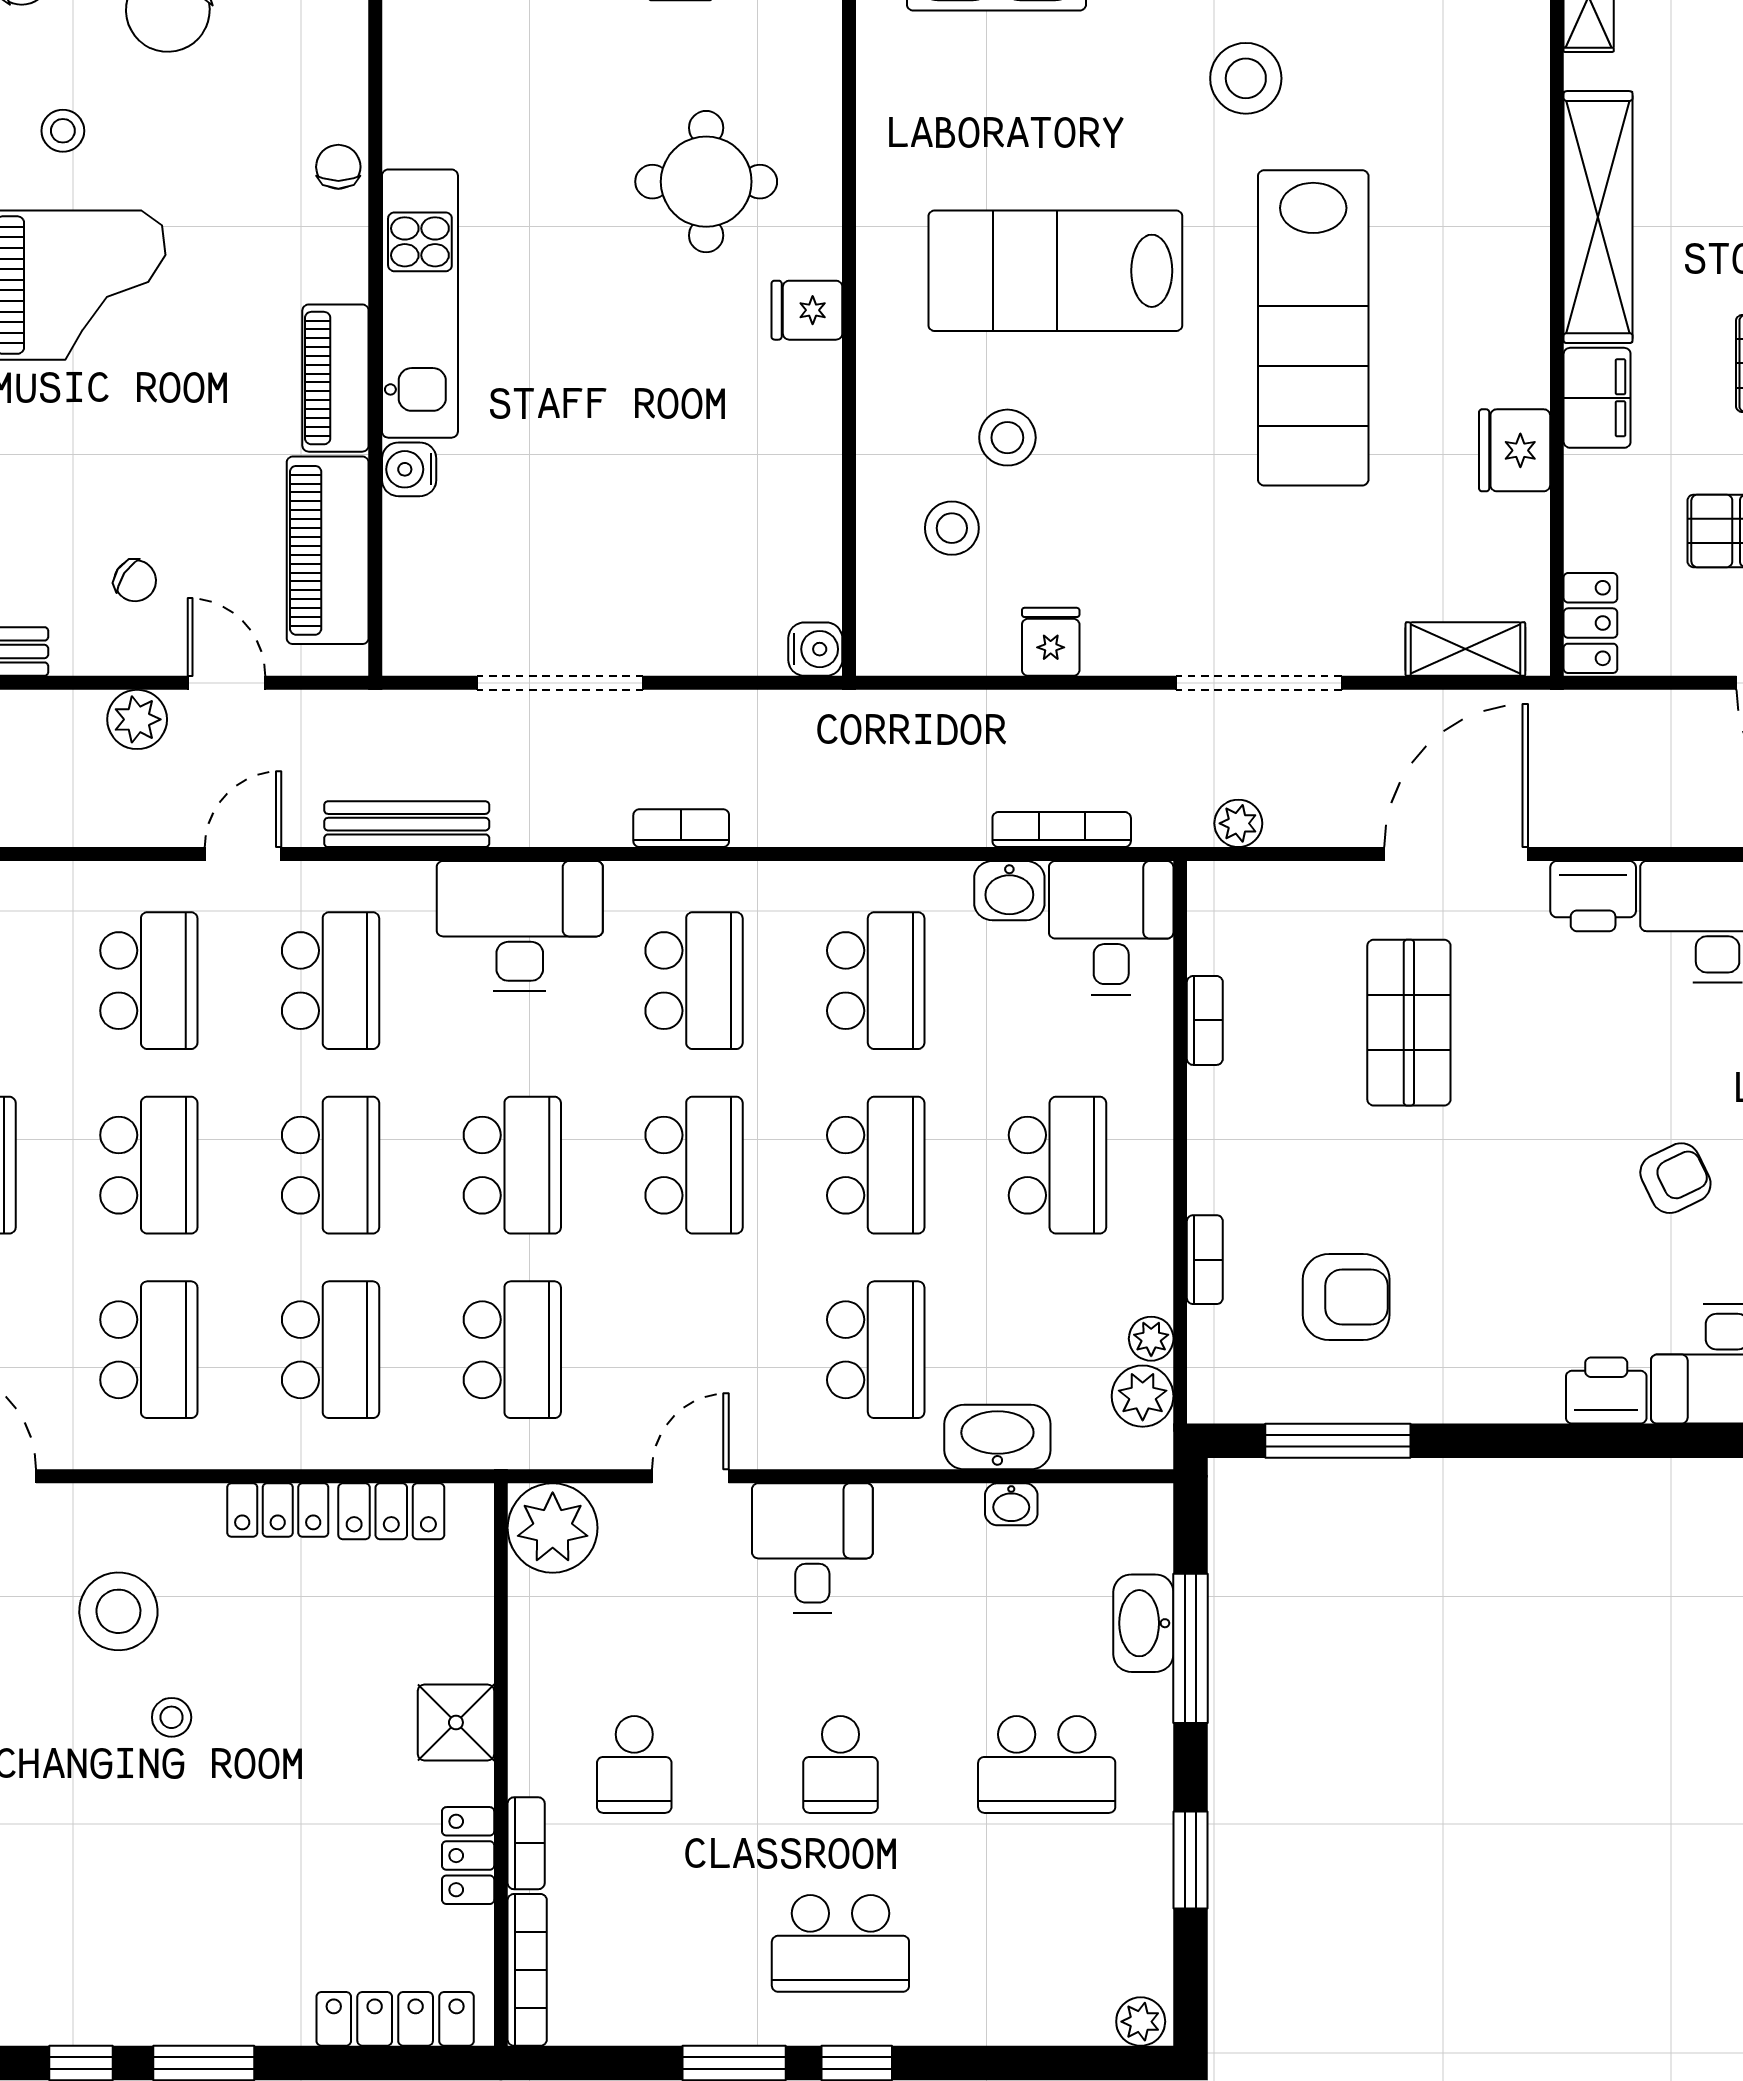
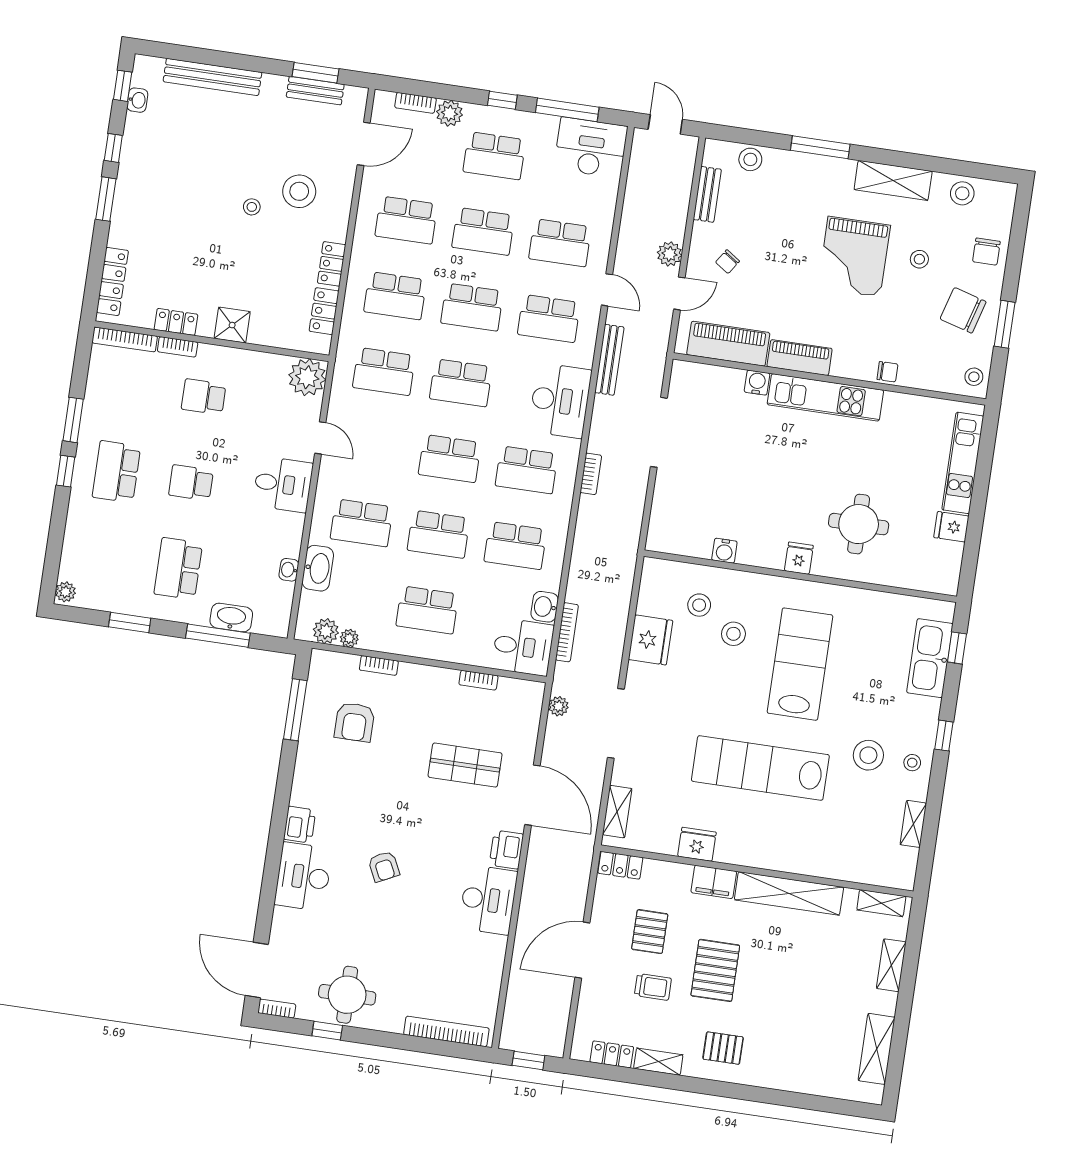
fridge: (1051, 642) -> (651, 640), width x1.88, depth x1.34
water cooler: (815, 649) -> (724, 551), moved

